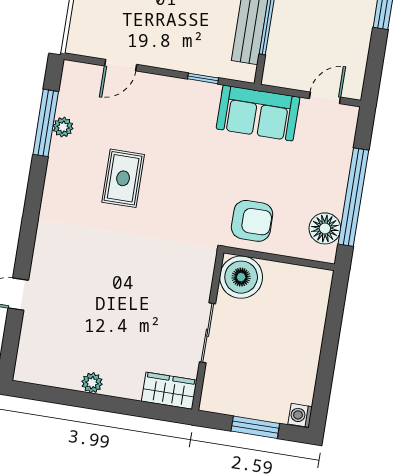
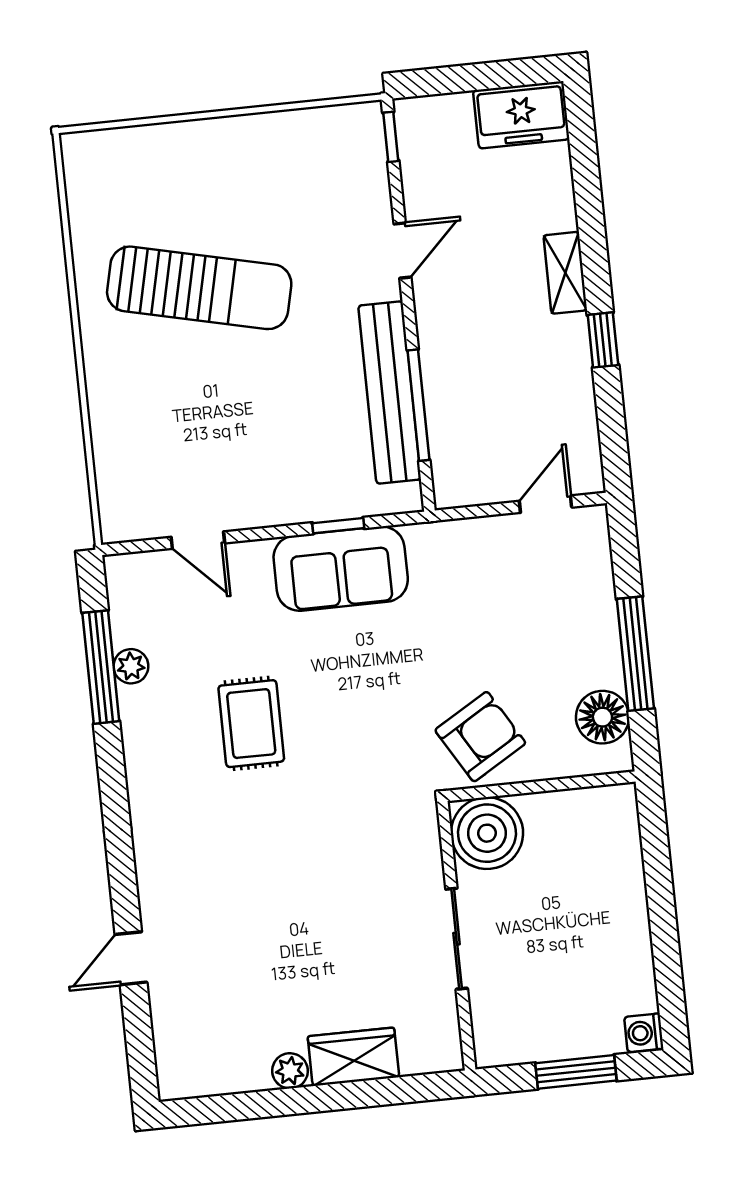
door: (121, 65) -> (198, 540), hinge flipped
sofa: (258, 113) -> (341, 569), moved
window: (353, 197) -> (635, 654), width x0.68
armchair: (252, 221) -> (480, 737), turned -31
wardrobe: (169, 391) -> (353, 1057), moved

